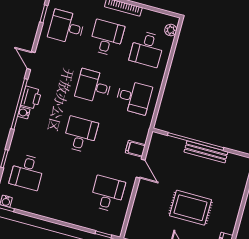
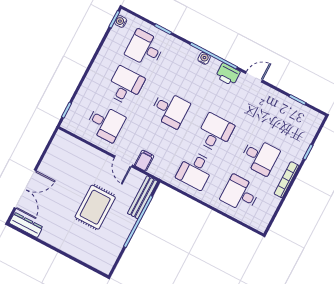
desk: (66, 27) -> (125, 86), moved
plant: (171, 30) -> (254, 221), removed
printer: (31, 98) -> (228, 74), moved
bench: (206, 152) -> (142, 197), moved
door: (141, 169) -> (123, 161), hinge flipped
rug: (191, 208) -> (95, 207), moved

